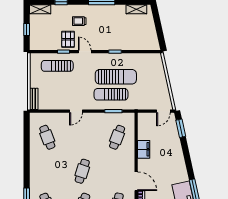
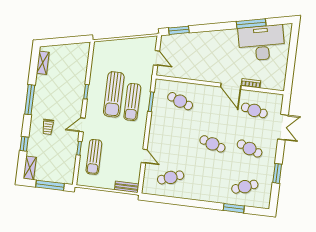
window: (27, 30) -> (50, 185), width x2.17
pallet: (68, 39) -> (66, 142), removed
sun lounger: (116, 77) -> (114, 94), turned 180
door: (76, 111) -> (144, 156), moved
door: (163, 111) -> (156, 58), moved
filing cabinet: (144, 149) -> (197, 74), removed
door: (136, 181) -> (231, 86), swing flipped

